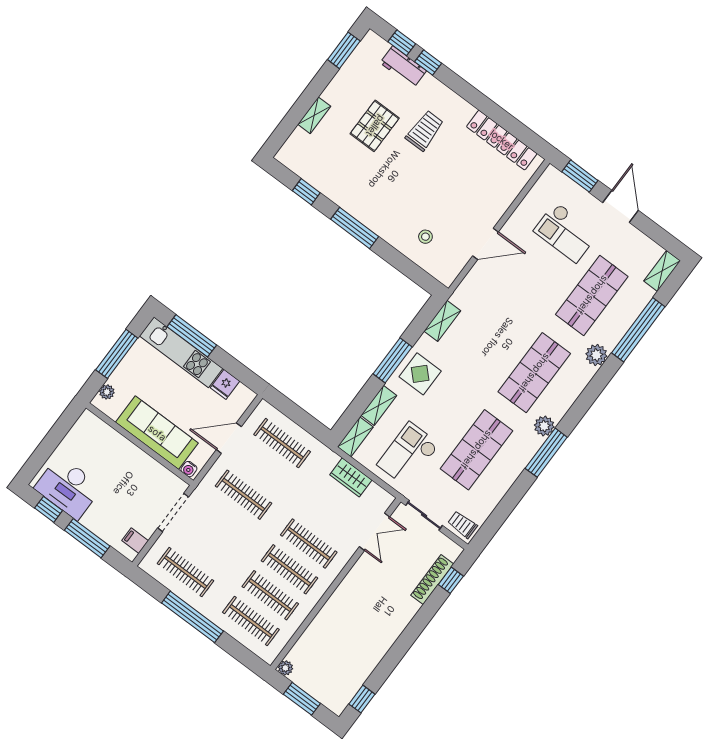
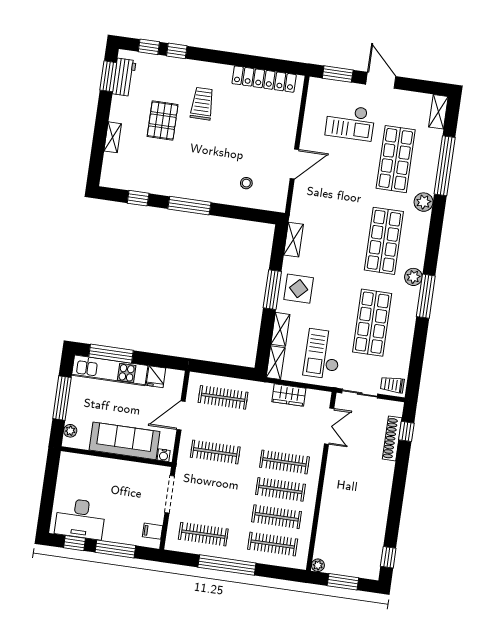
workbench: (403, 67) -> (124, 77), moved, turned -90

